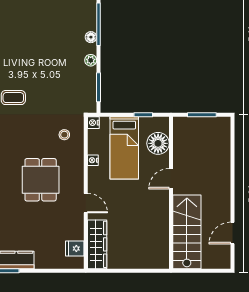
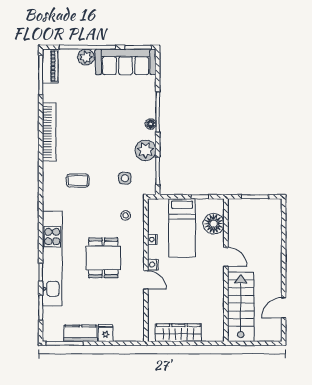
plant: (91, 60) -> (146, 150), width x1.88, depth x1.88
side table: (64, 95) -> (125, 178), added
nightstand: (93, 123) -> (153, 265), moved
door: (171, 179) -> (226, 257), swing flipped
wardrobe: (97, 244) -> (178, 333), moved, turned -90
fridge: (75, 249) -> (105, 333), moved, turned 90

